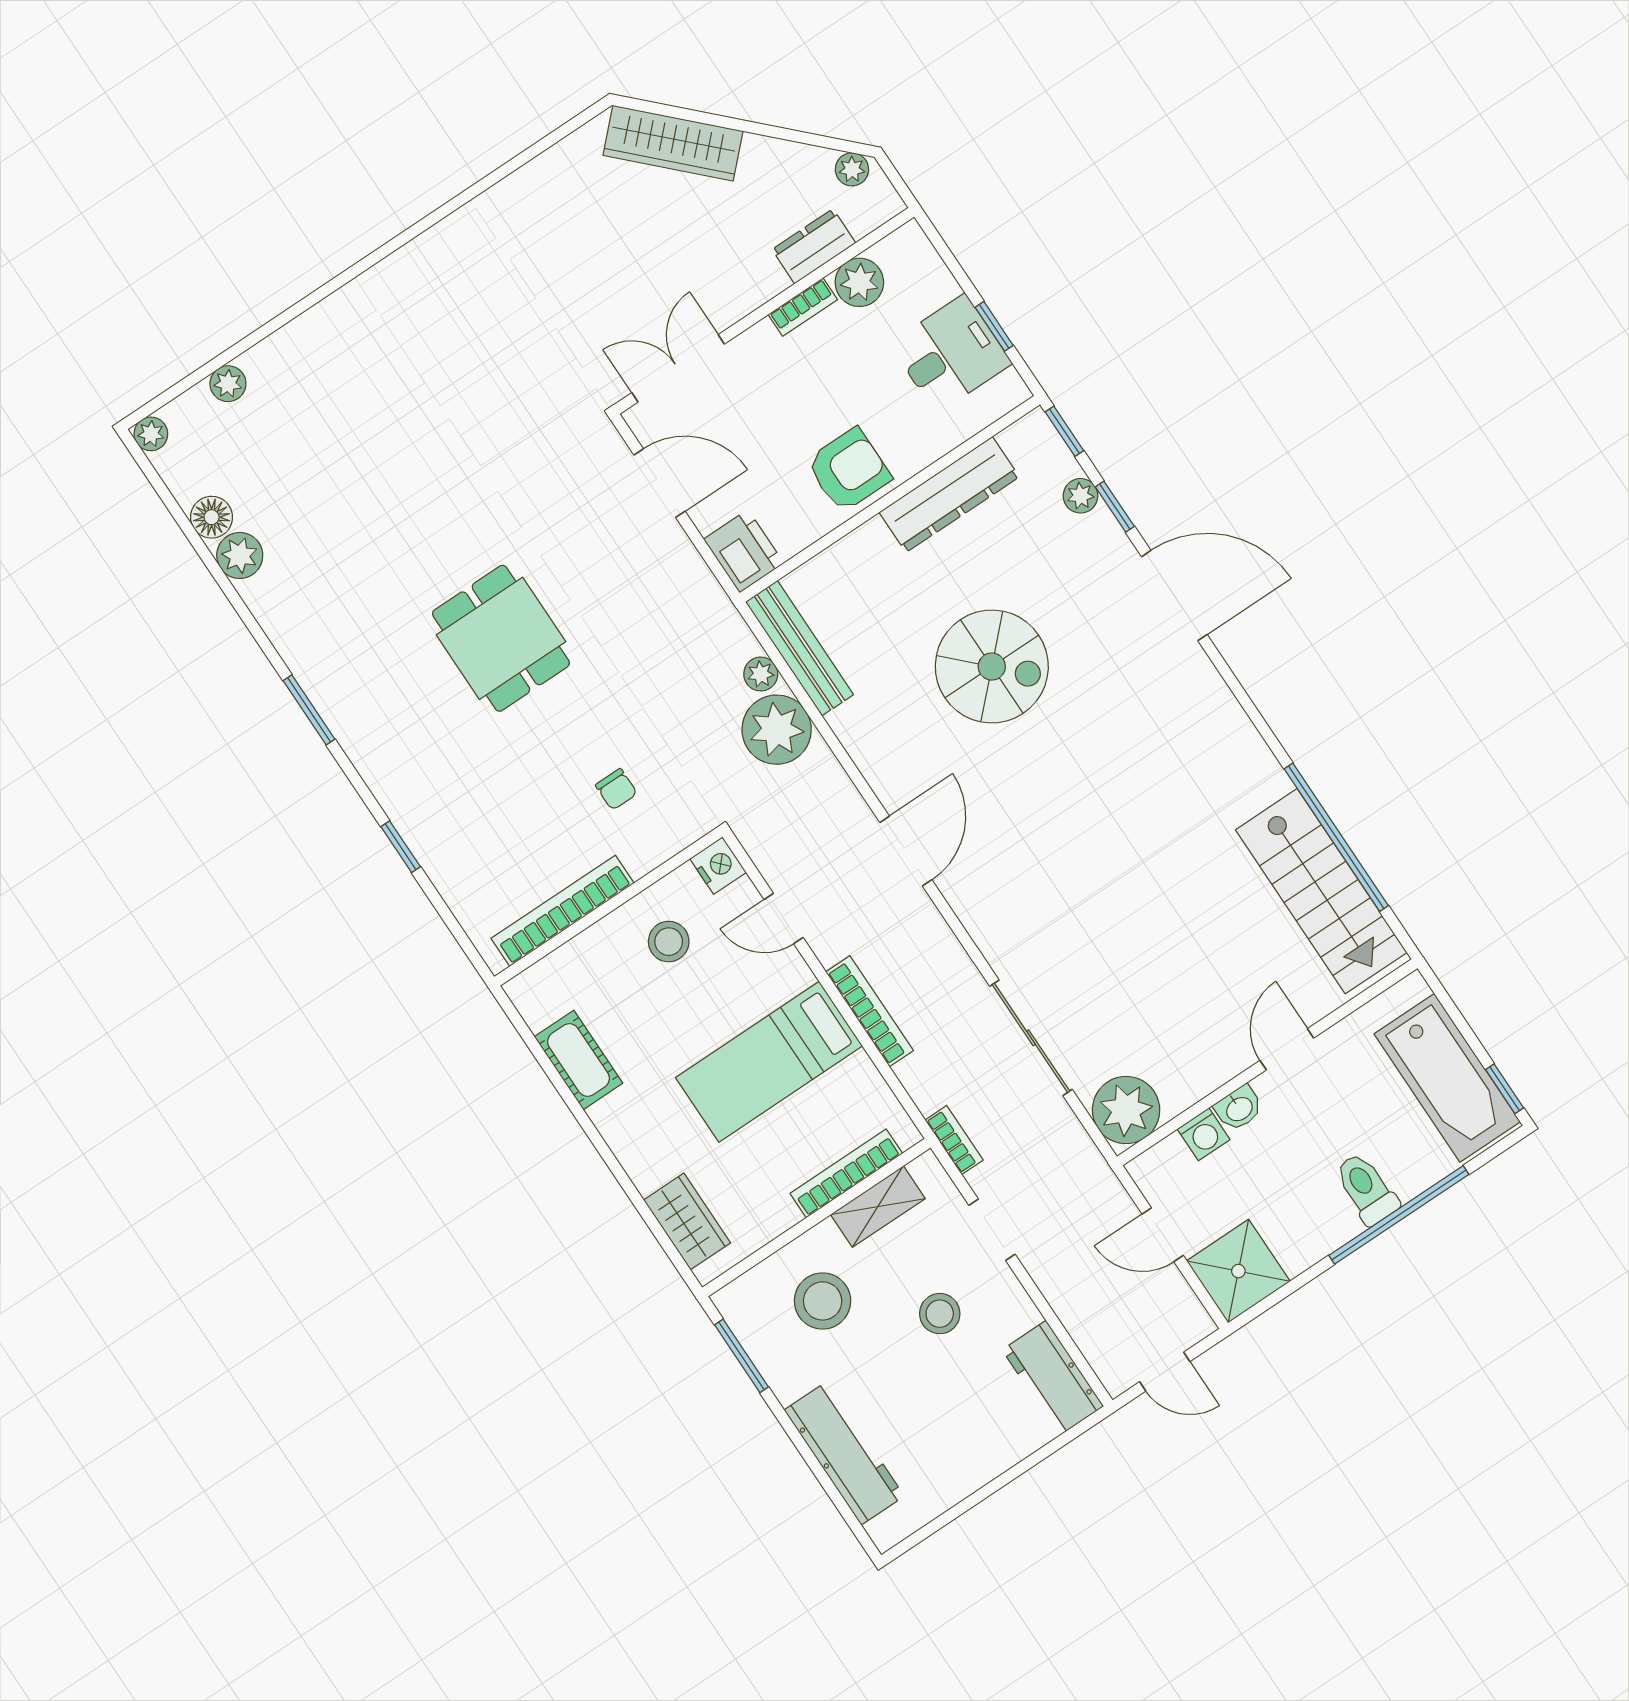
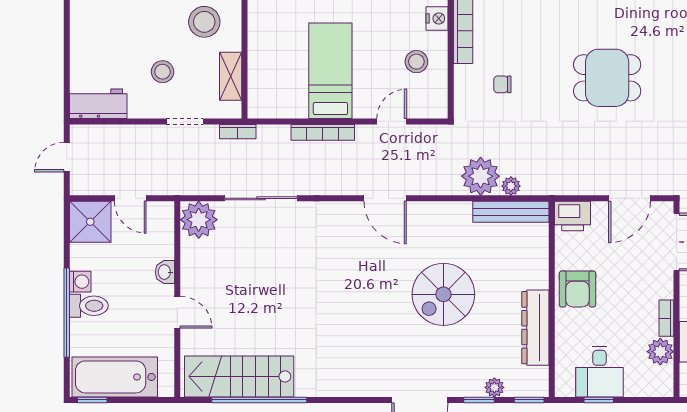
nightstand: (718, 866) -> (437, 18), moved, turned -90
washing machine: (1204, 1134) -> (80, 282), moved, turned 180
bookcase: (846, 1173) -> (255, 72), removed
door: (1163, 1235) -> (130, 198), swing flipped

